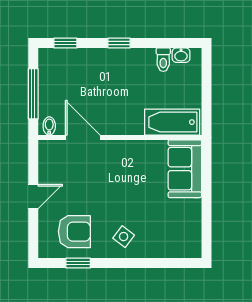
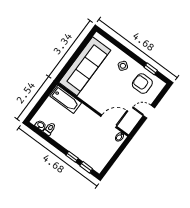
window: (119, 43) -> (72, 157), moved
window: (33, 94) -> (116, 156), removed
door: (83, 137) -> (109, 121), swing flipped
sofa: (185, 169) -> (85, 66), width x1.85, depth x1.27

